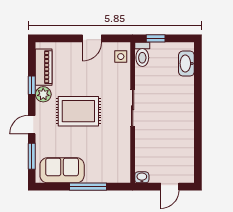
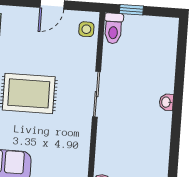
washbasin: (186, 63) -> (166, 102), moved, width x0.52, depth x0.69

